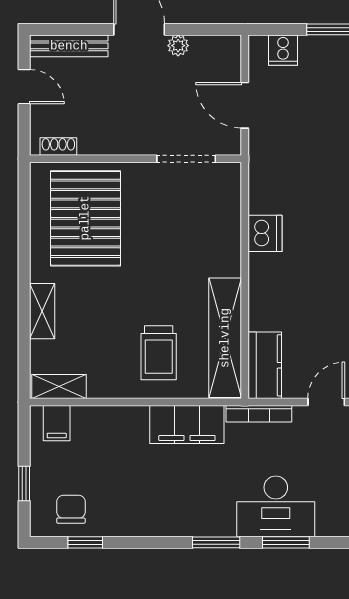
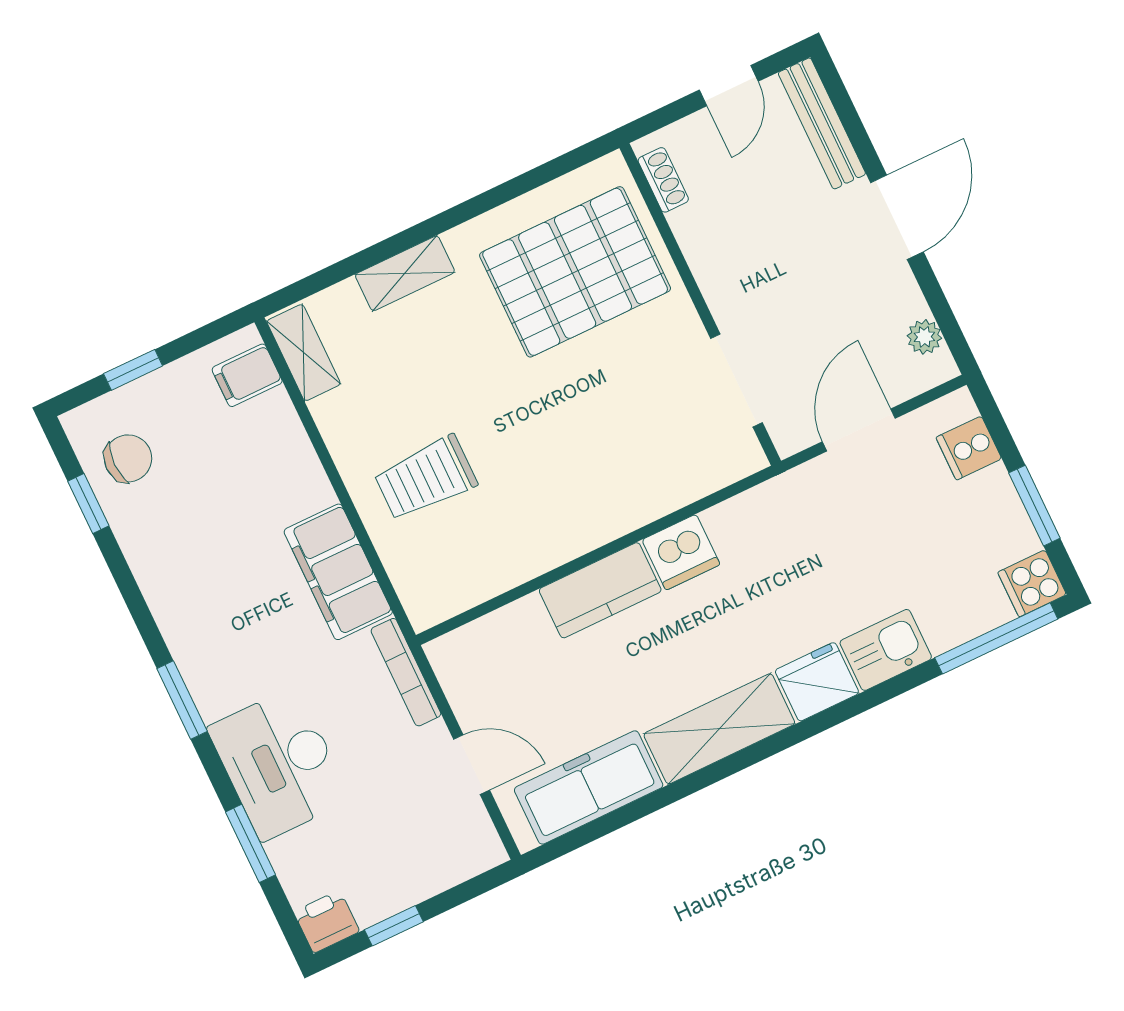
plant: (178, 46) -> (924, 337), moved
shelving: (225, 338) -> (496, 567), removed
kitchen counter: (265, 365) -> (600, 590), moved
window: (286, 542) -> (250, 843), moved

